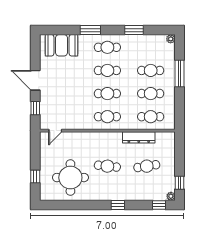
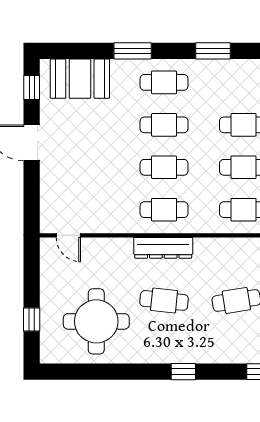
window: (35, 108) -> (32, 87), moved
door: (55, 131) -> (68, 235), hinge flipped
dresser: (139, 137) -> (163, 248), moved

